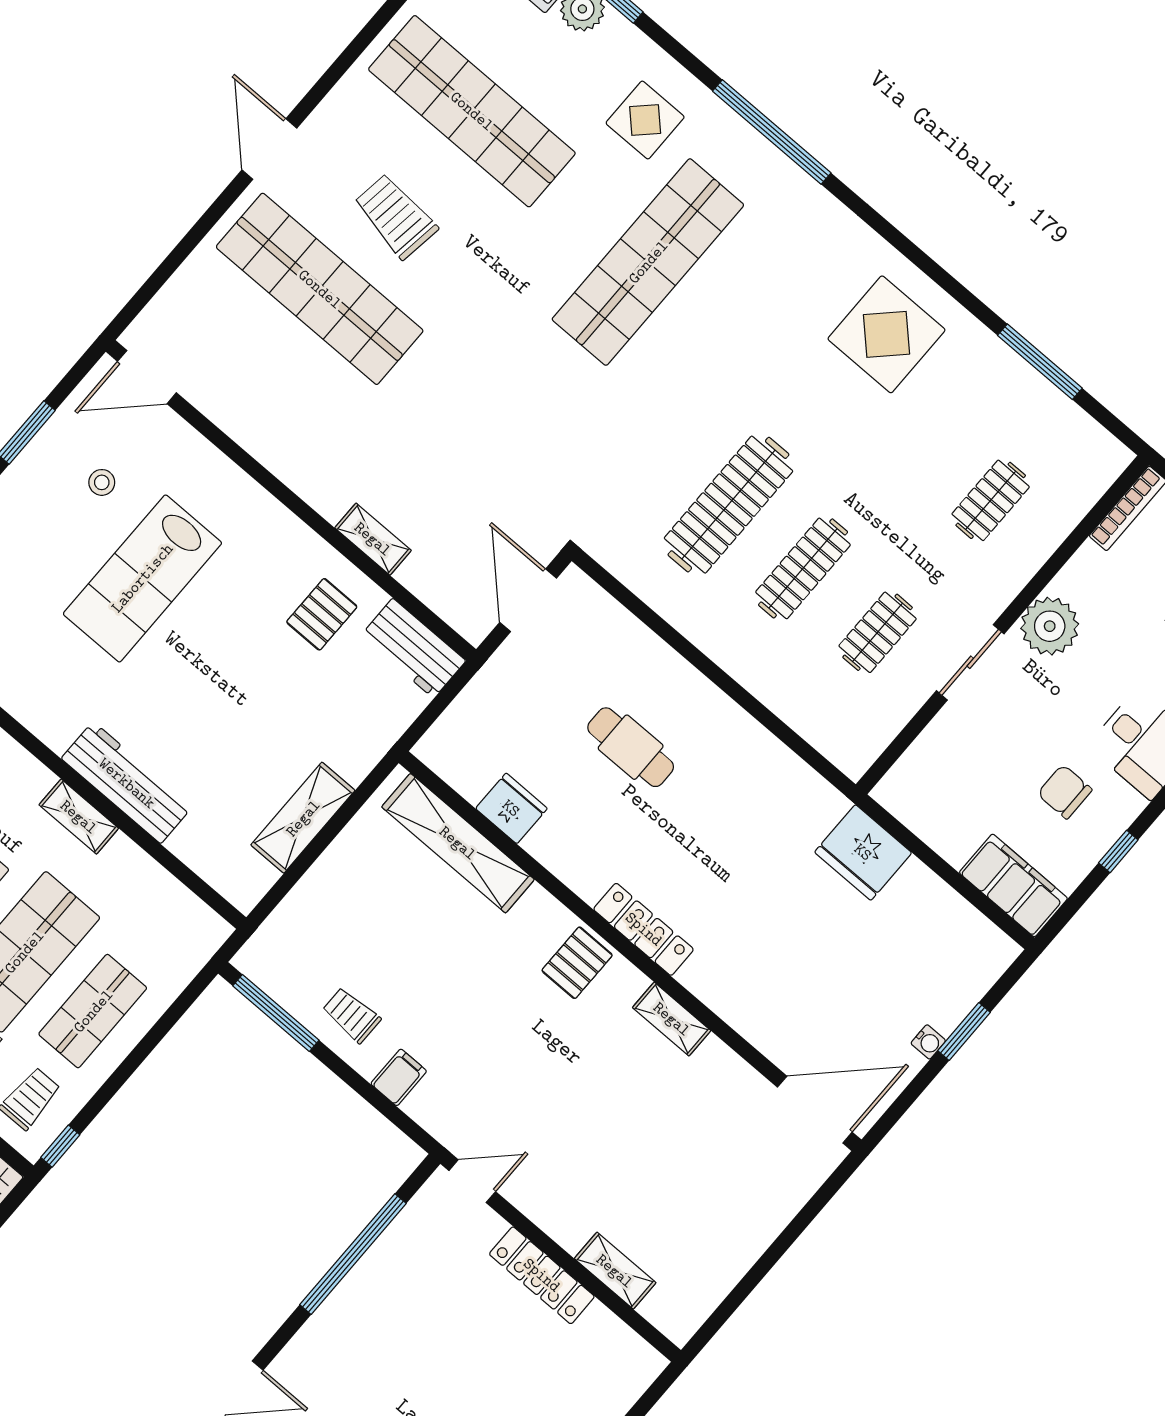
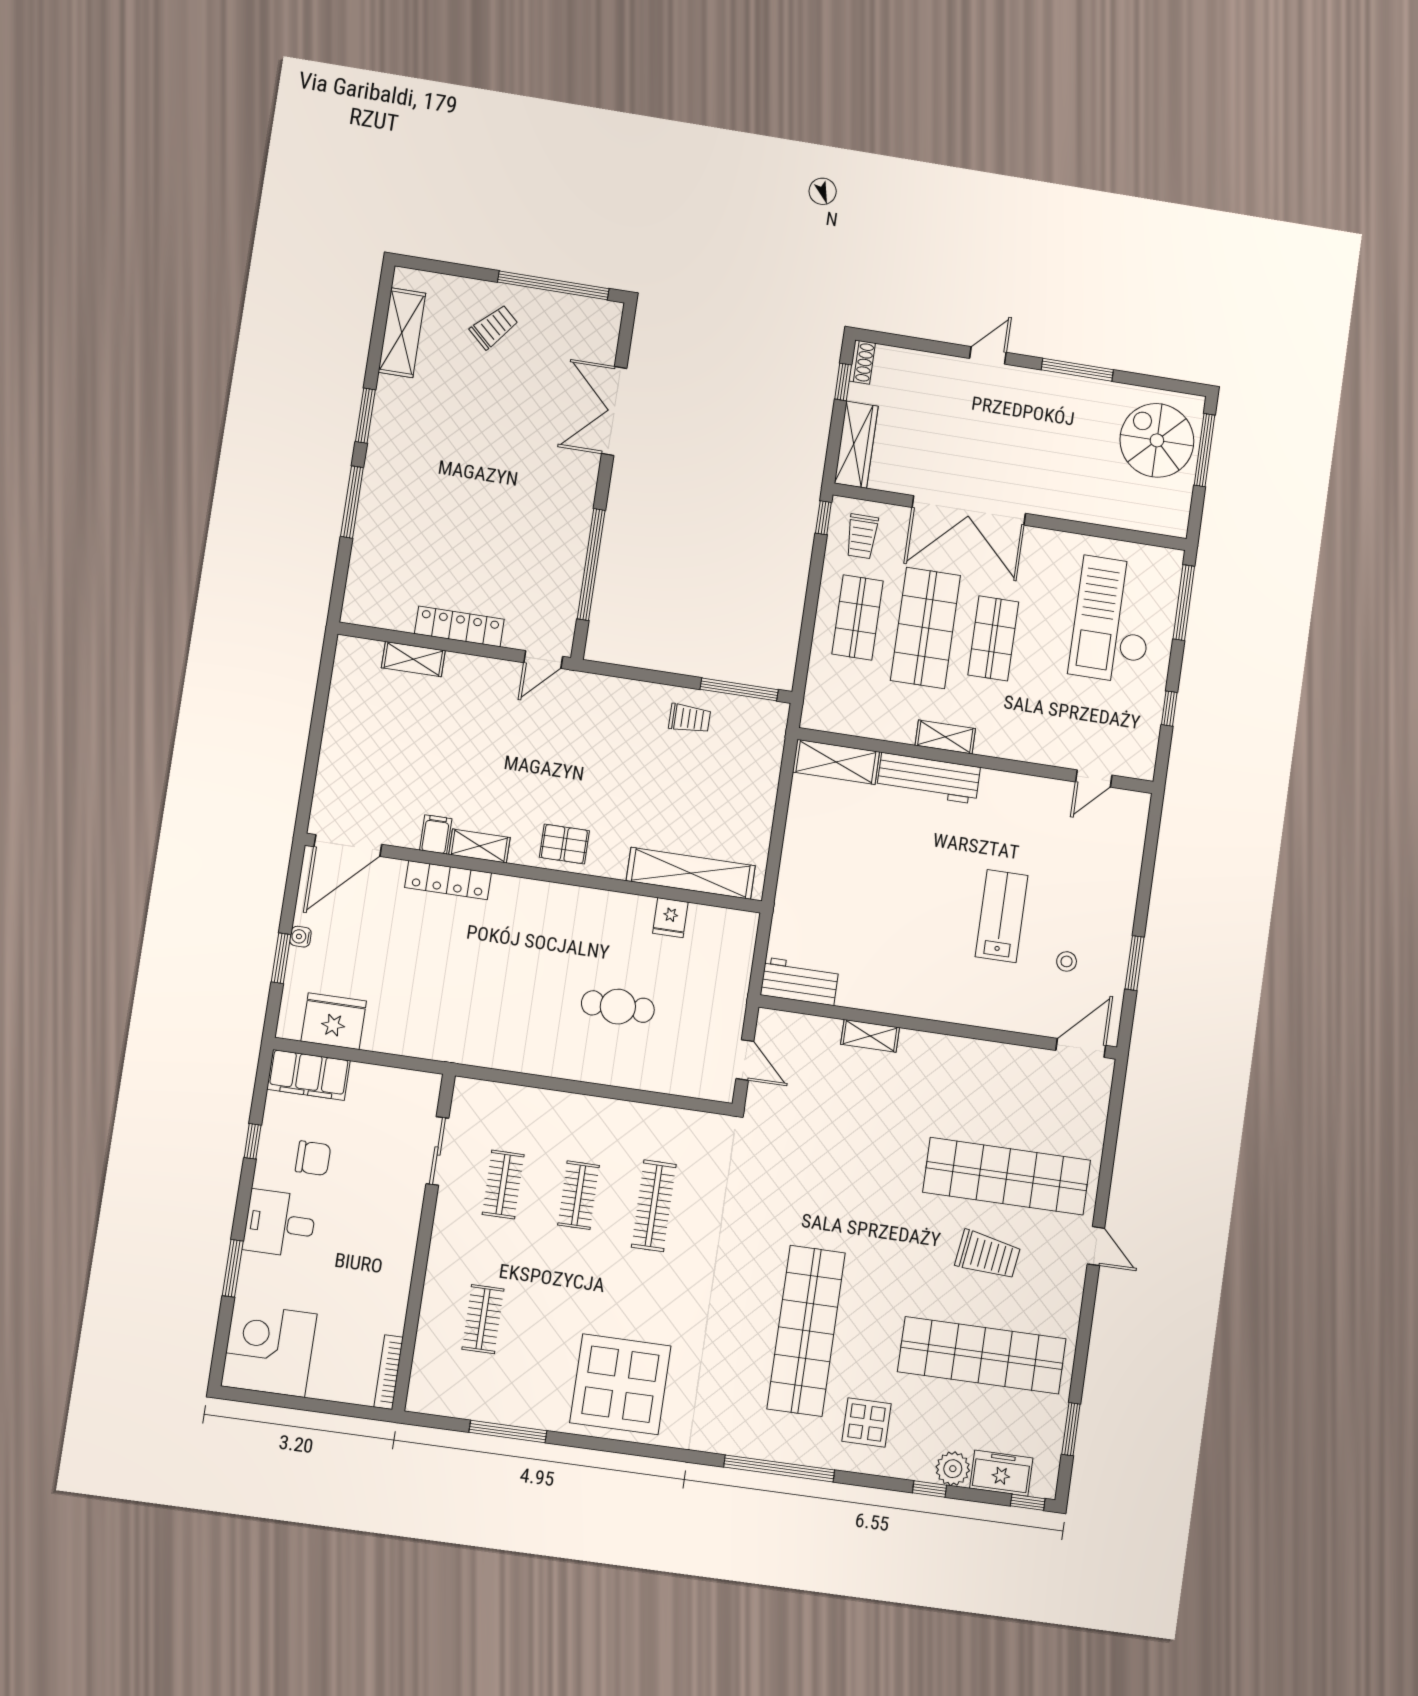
door: (269, 149) -> (1096, 1246), width x0.73
display table: (887, 334) -> (620, 1384), width x1.36, depth x1.36
clothes rail: (728, 505) -> (654, 1206), width x0.73, depth x0.76
clothes rail: (803, 568) -> (579, 1195), width x0.73
lab bench: (142, 578) -> (1002, 916), width x0.73, depth x0.72
door: (528, 600) -> (745, 1060), width x0.73
pallet: (322, 614) -> (872, 966), removed
plant: (1050, 626) -> (392, 1261), removed
sliding door: (970, 662) -> (437, 1151), moved
fridge: (511, 808) -> (670, 918), width x0.72
shelving: (303, 818) -> (836, 762), moved, turned 90
fridge: (863, 852) -> (334, 1021), moved
locker: (644, 929) -> (448, 880), moved
pallet: (577, 963) -> (564, 844), turned 90
filing cabinet: (399, 1077) -> (436, 834), moved, turned 180

